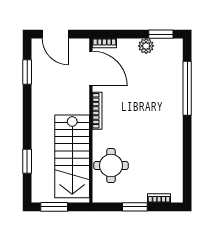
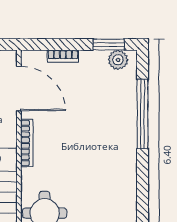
bookcase: (104, 43) -> (63, 56), moved
plant: (146, 46) -> (118, 60), moved

